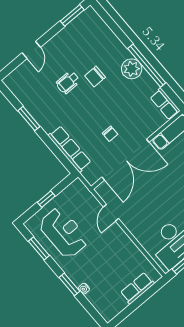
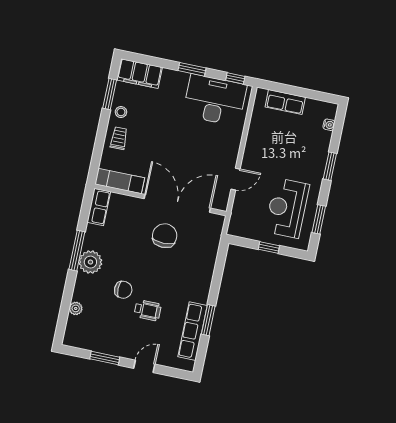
window: (72, 15) -> (105, 358), moved
plant: (108, 34) -> (76, 308), added
window: (147, 66) -> (77, 251), width x0.68
chair: (110, 134) -> (165, 236), width x1.87, depth x1.87
row of seats: (70, 149) -> (192, 331), moved
water cooler: (84, 289) -> (329, 125), moved

